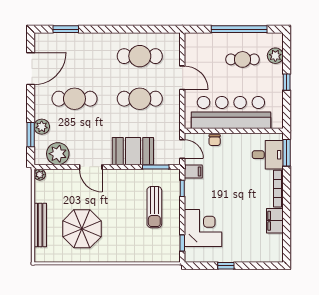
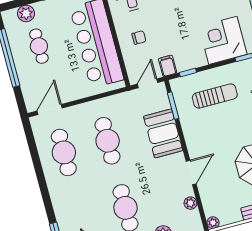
door: (182, 78) -> (50, 109), moved
chair: (215, 140) -> (139, 38), moved
plant: (58, 154) -> (190, 203), width x0.53, depth x0.53

